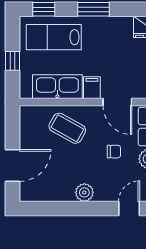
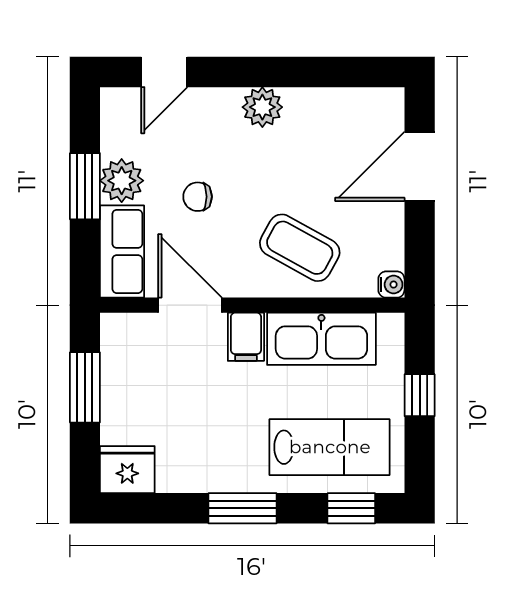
water cooler: (25, 111) -> (391, 285), added

